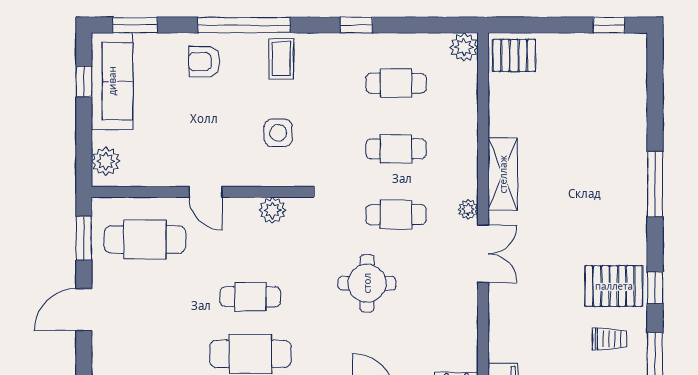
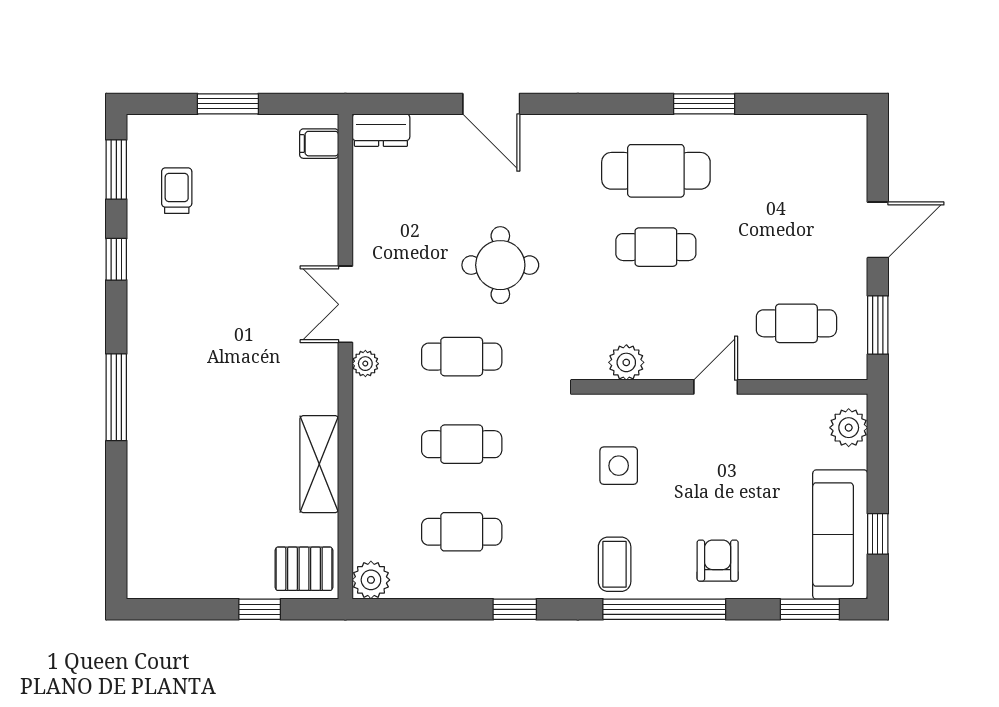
window: (609, 25) -> (260, 609), moved
armchair: (204, 62) -> (718, 561), turned -90
shelving: (503, 174) -> (319, 464), moved
door: (206, 192) -> (716, 387), hinge flipped
cafe table: (145, 240) -> (796, 323), width x0.73, depth x0.74
pallet: (614, 286) -> (171, 261), removed
trolley: (610, 339) -> (177, 191), turned 90

